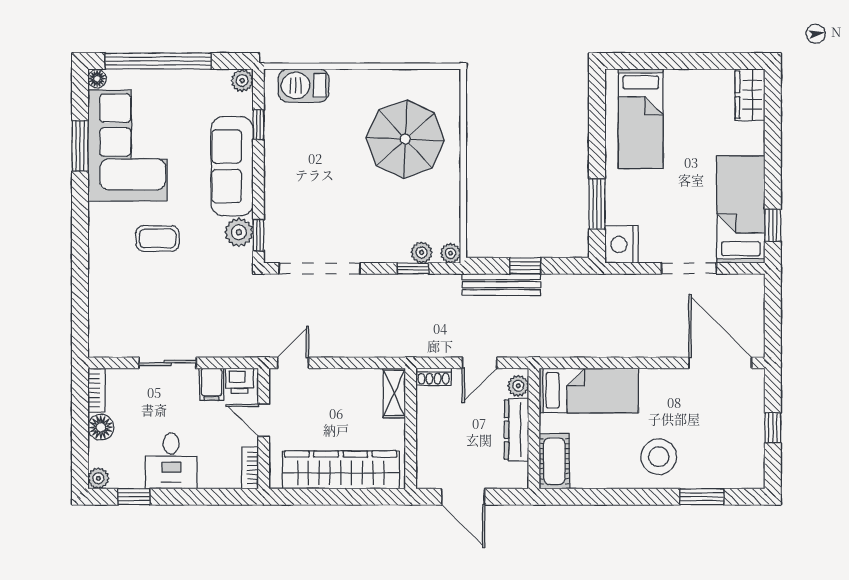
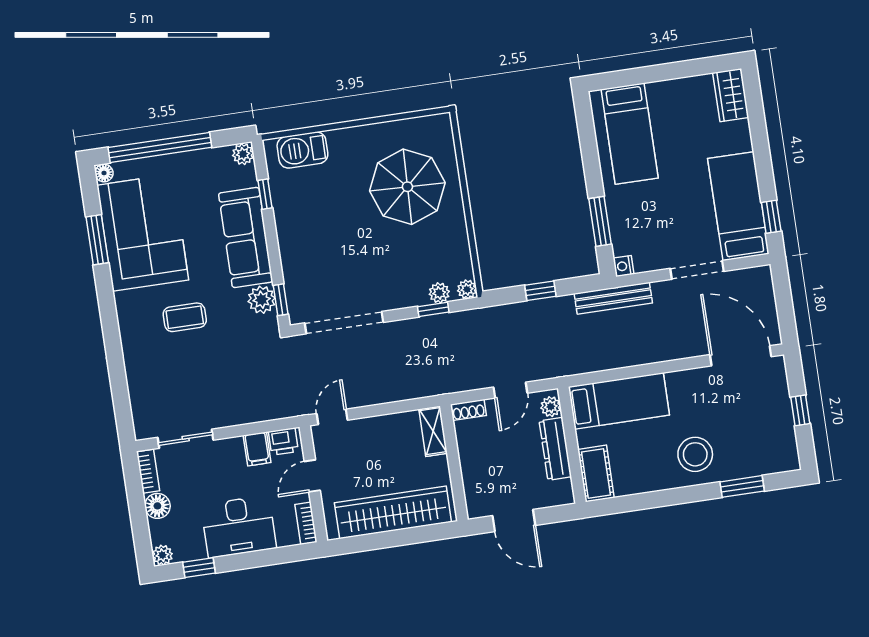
nightstand: (622, 244) -> (624, 266), width x0.53, depth x0.56
bench: (502, 285) -> (613, 298), moved
sliding door: (168, 363) -> (186, 439), moved
door: (264, 420) -> (312, 476), hinge flipped
desk: (171, 461) -> (239, 527), width x1.37

